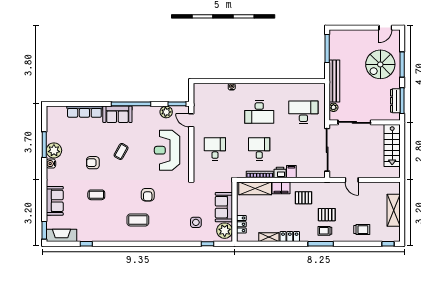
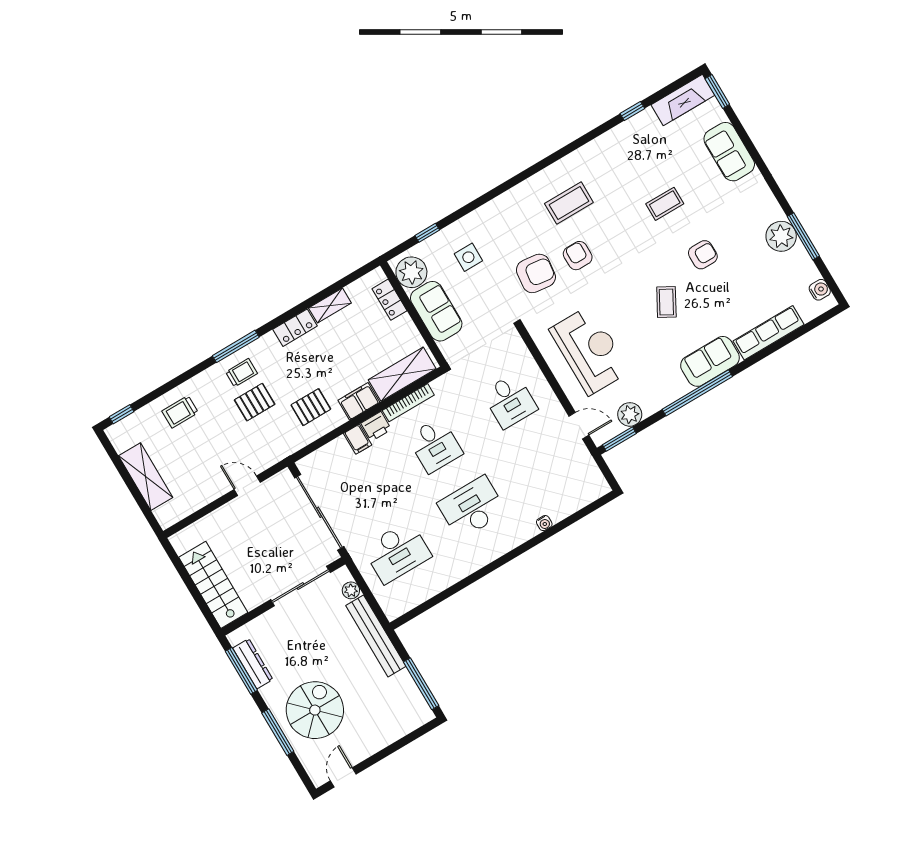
water cooler: (51, 164) -> (820, 290), moved
armchair: (171, 198) -> (536, 273), added

